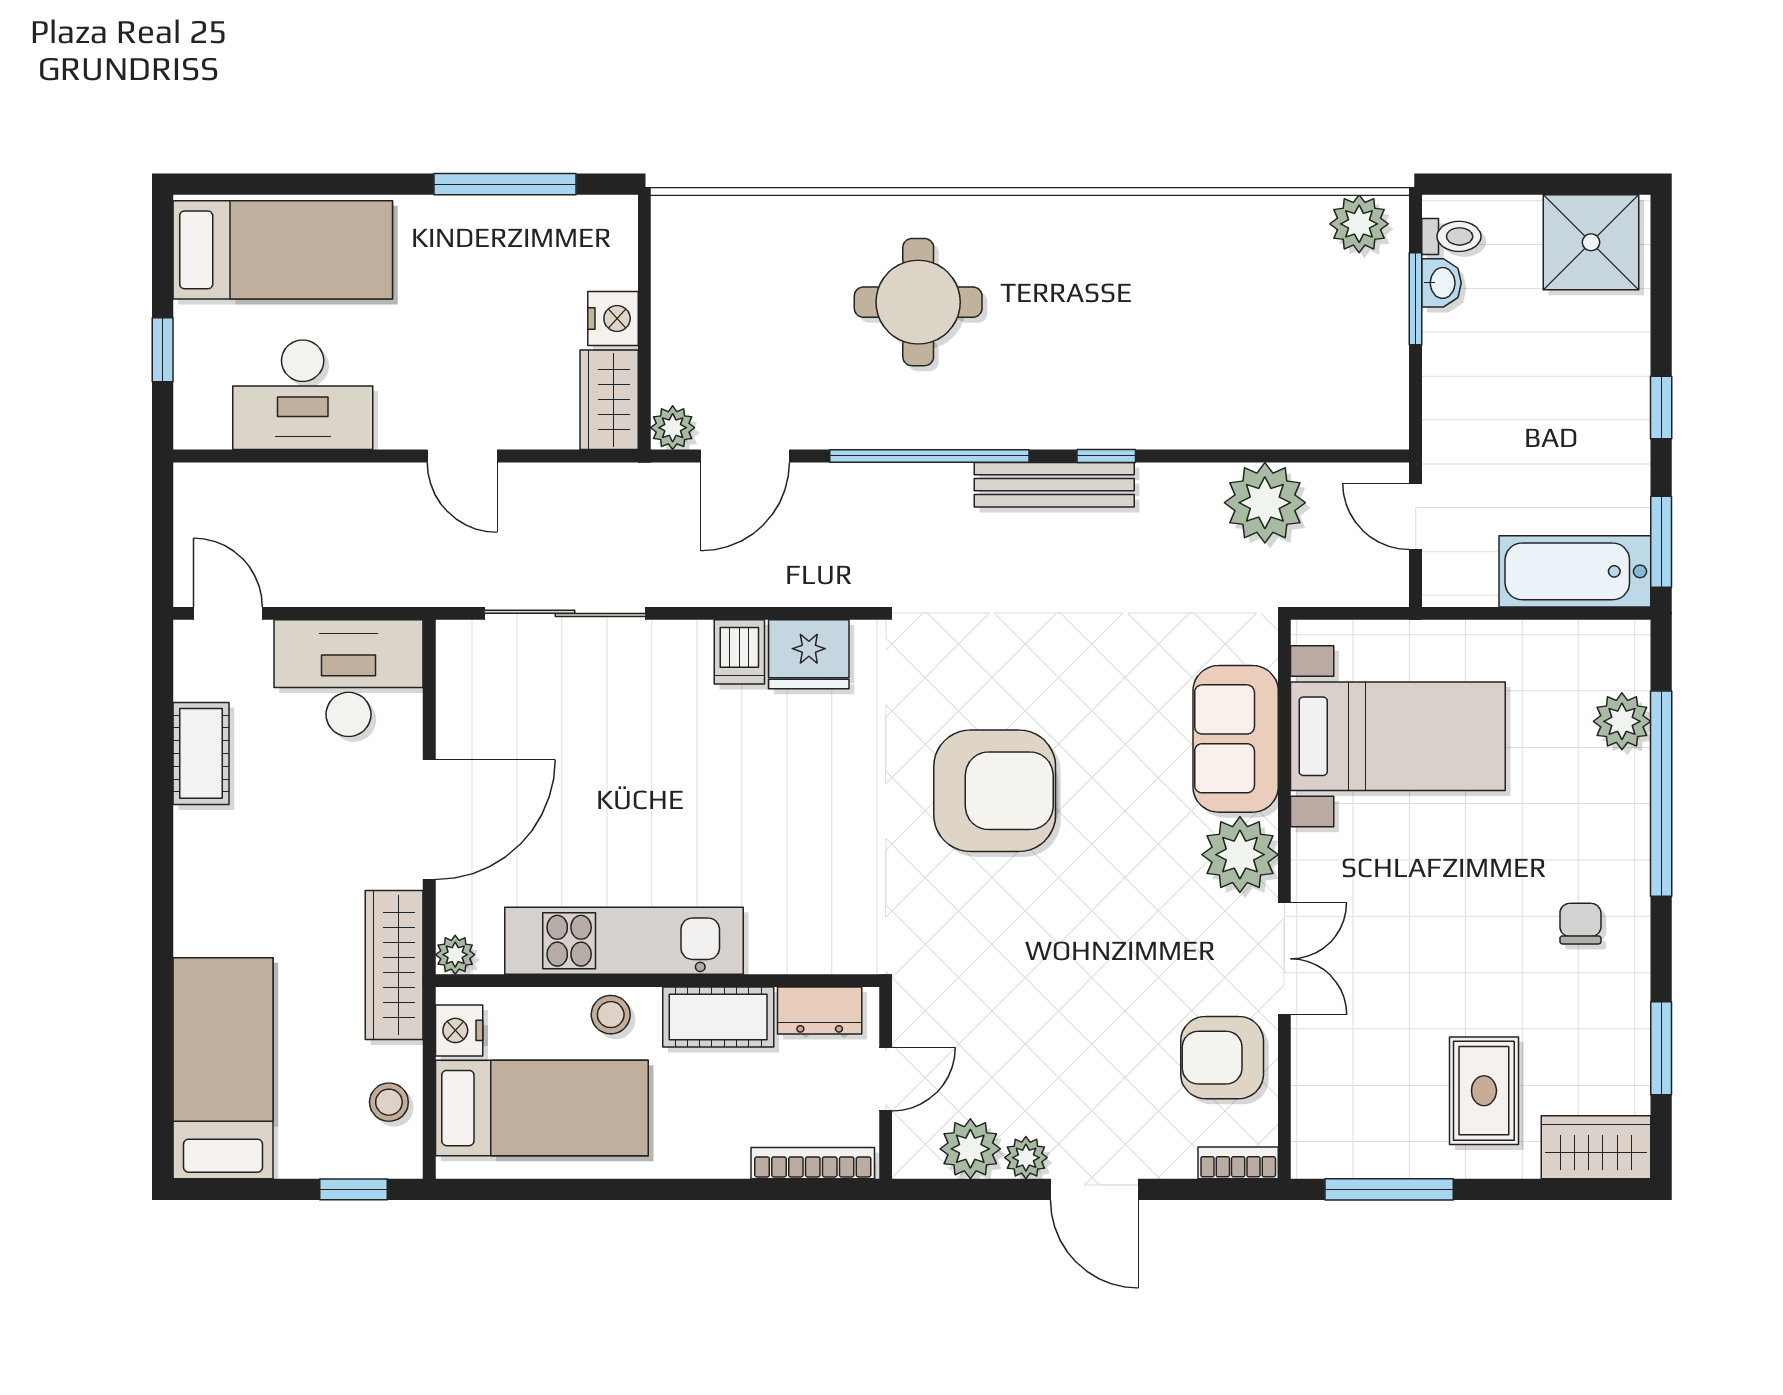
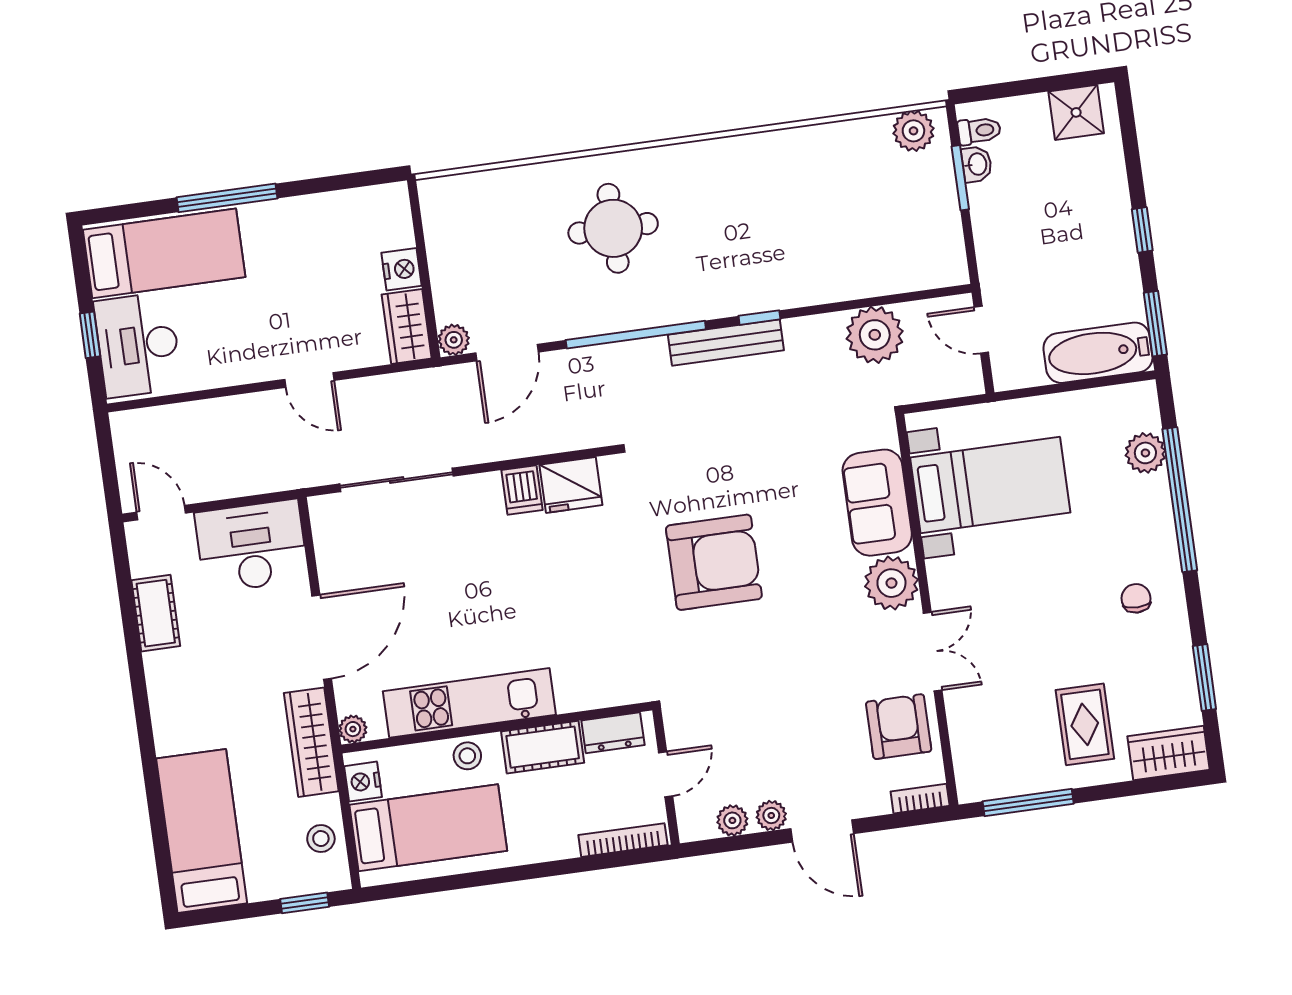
window: (505, 184) -> (227, 198), moved
shower: (1591, 242) -> (1076, 112), width x0.73, depth x0.73
desk: (303, 395) -> (138, 345), moved, turned 90
armchair: (1222, 1058) -> (899, 727), turned 90
plant: (970, 1149) -> (732, 820), width x0.73, depth x0.73

